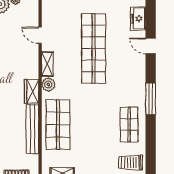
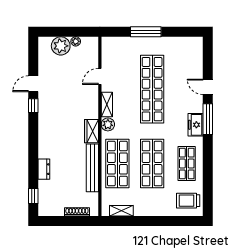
freezer: (138, 19) -> (195, 125), moved
door: (40, 35) -> (100, 76), hinge flipped
window: (151, 99) -> (208, 119), moved
shop shelf: (94, 125) -> (152, 164), added

